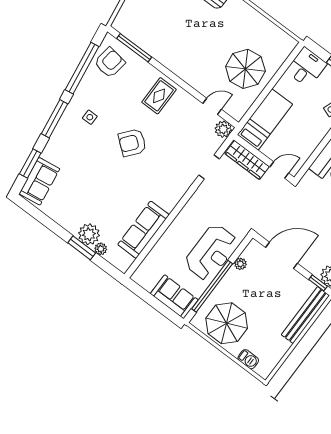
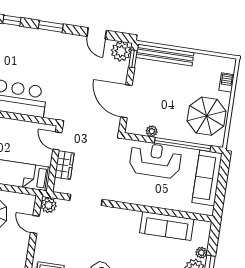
wardrobe: (247, 160) -> (64, 165), width x0.67
doorway: (209, 167) -> (86, 200), width x1.38
sofa: (174, 297) -> (207, 178), width x1.36

